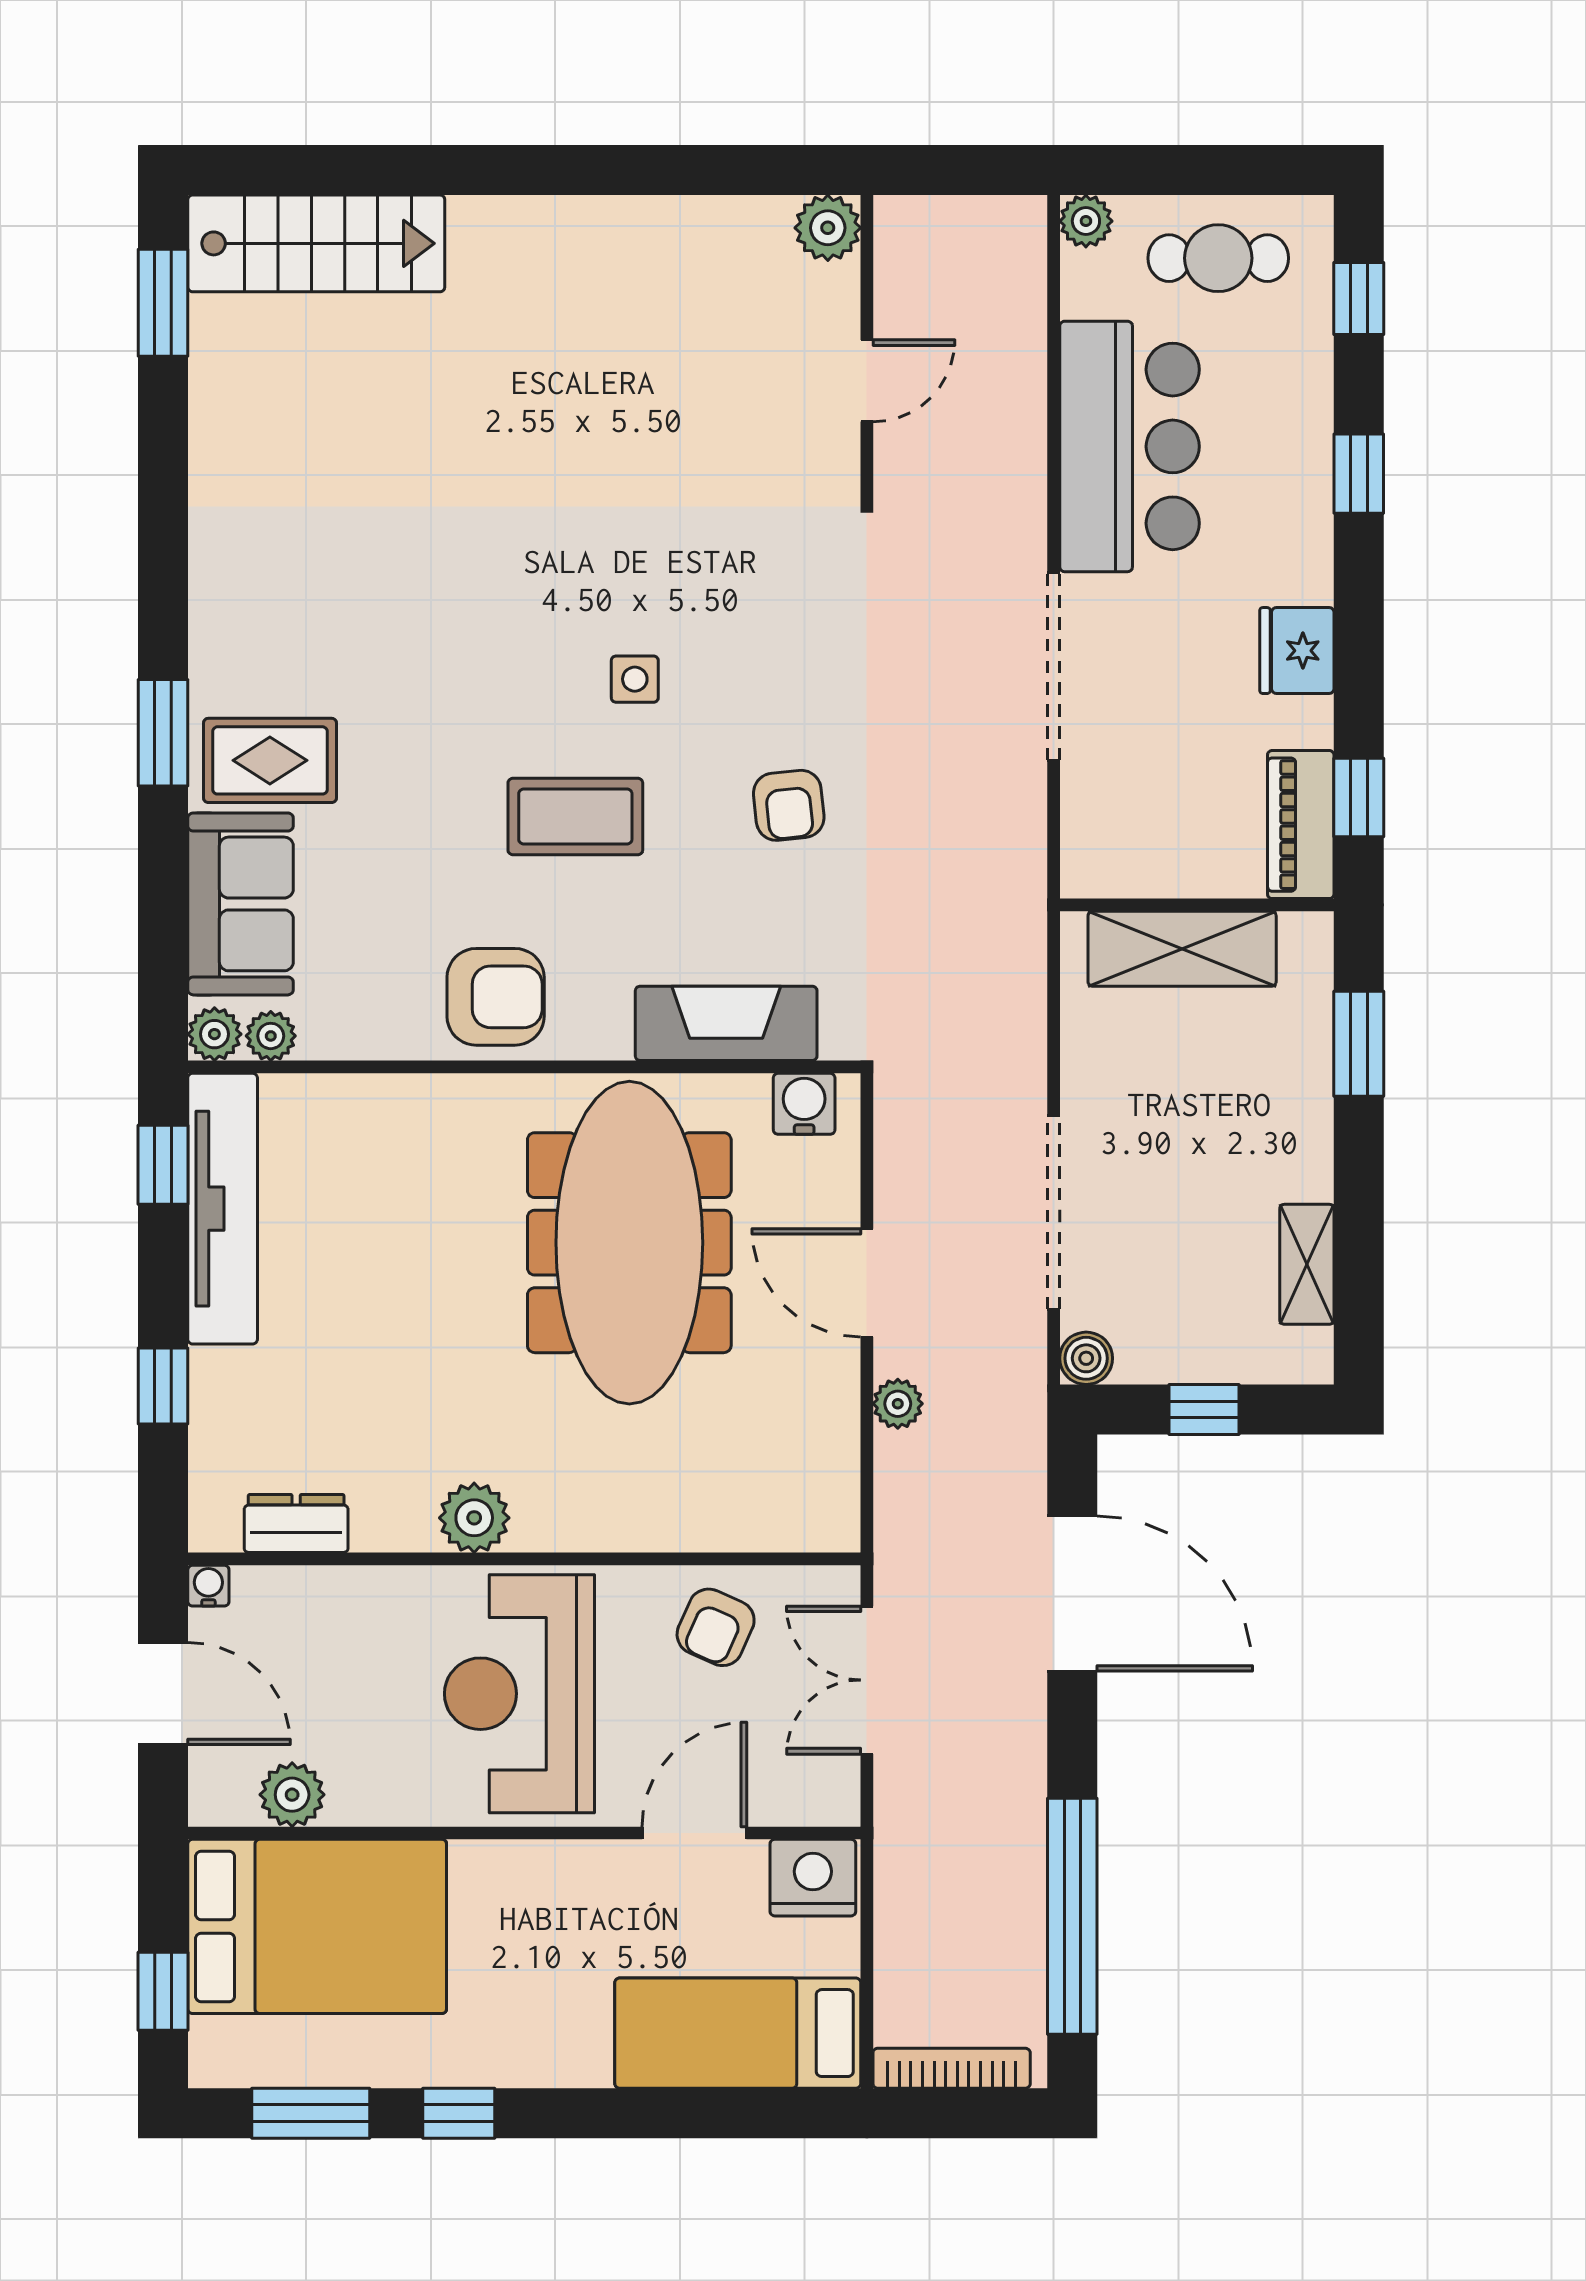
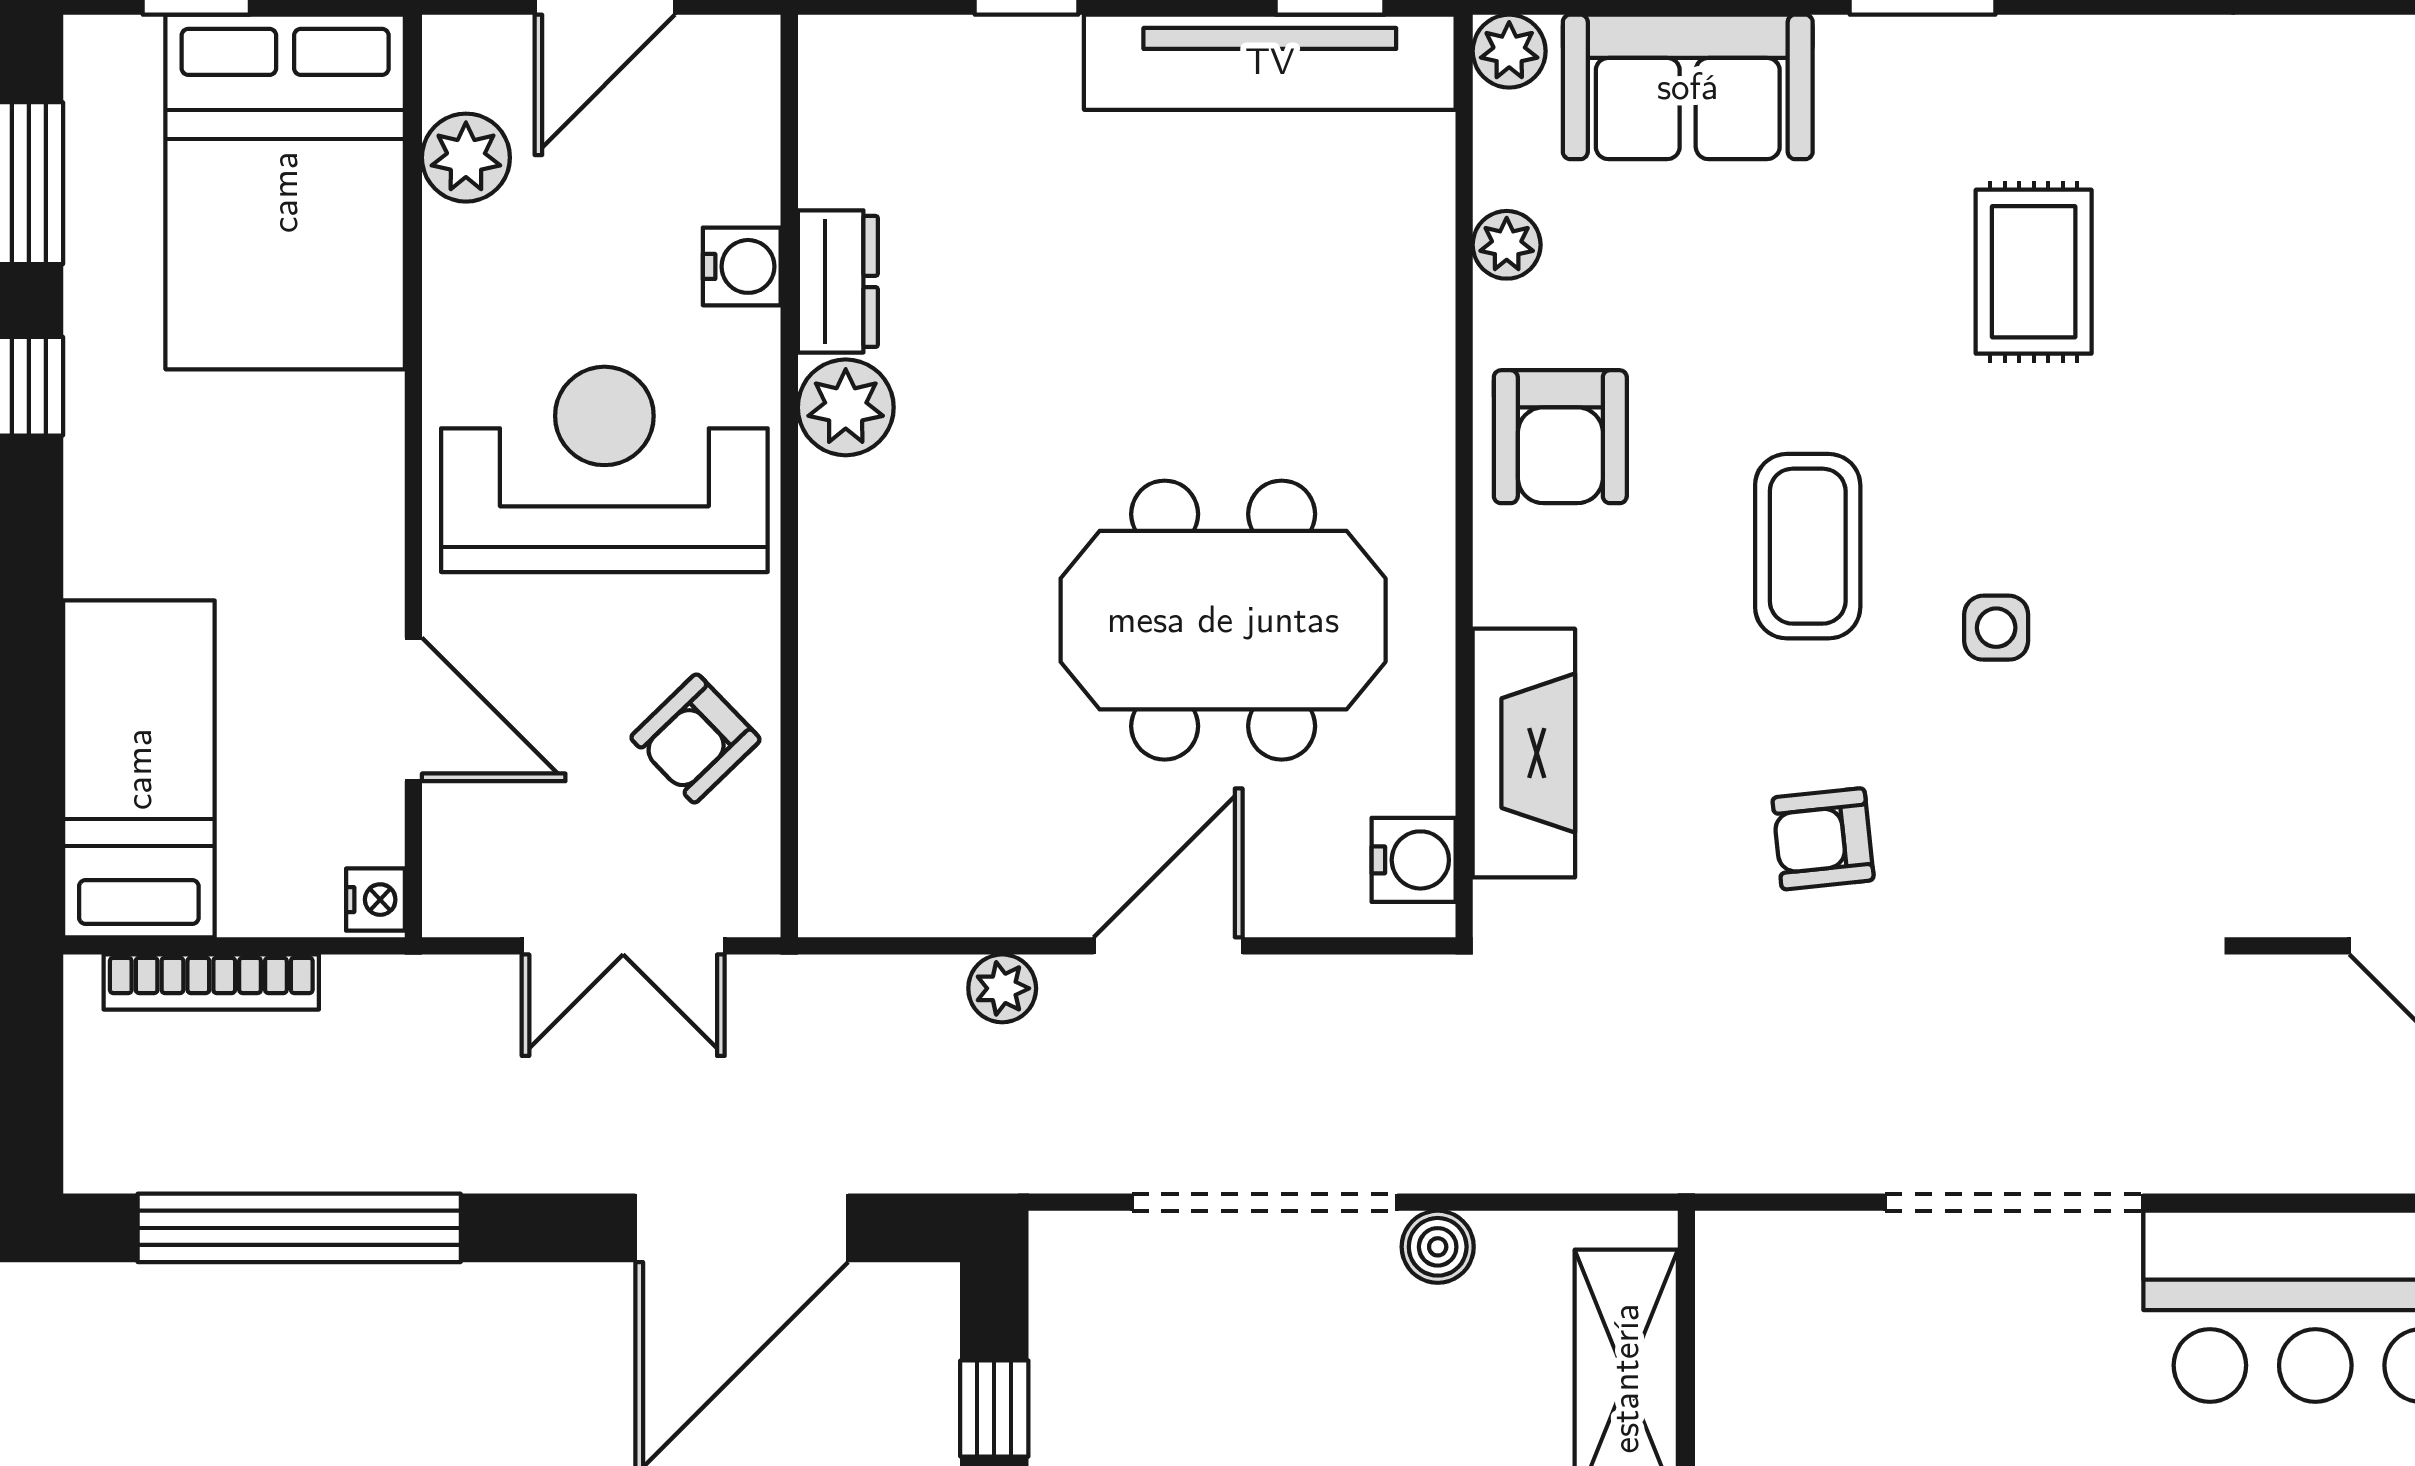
rug: (270, 760) -> (2034, 272), moved
plant: (271, 1036) -> (1507, 245), moved
meeting table: (629, 1243) -> (1223, 620), width x0.73
boiler: (1086, 1358) -> (1438, 1247), moved
dresser: (296, 1524) -> (838, 281), moved
water cooler: (208, 1586) -> (742, 266), moved, width x1.38, depth x1.38
armchair: (716, 1627) -> (695, 738), turned -68
double door: (867, 1680) -> (623, 946), swing flipped
nightstand: (813, 1878) -> (375, 900), width x0.53, depth x0.56
bookcase: (952, 2068) -> (211, 982), moved, turned 90

